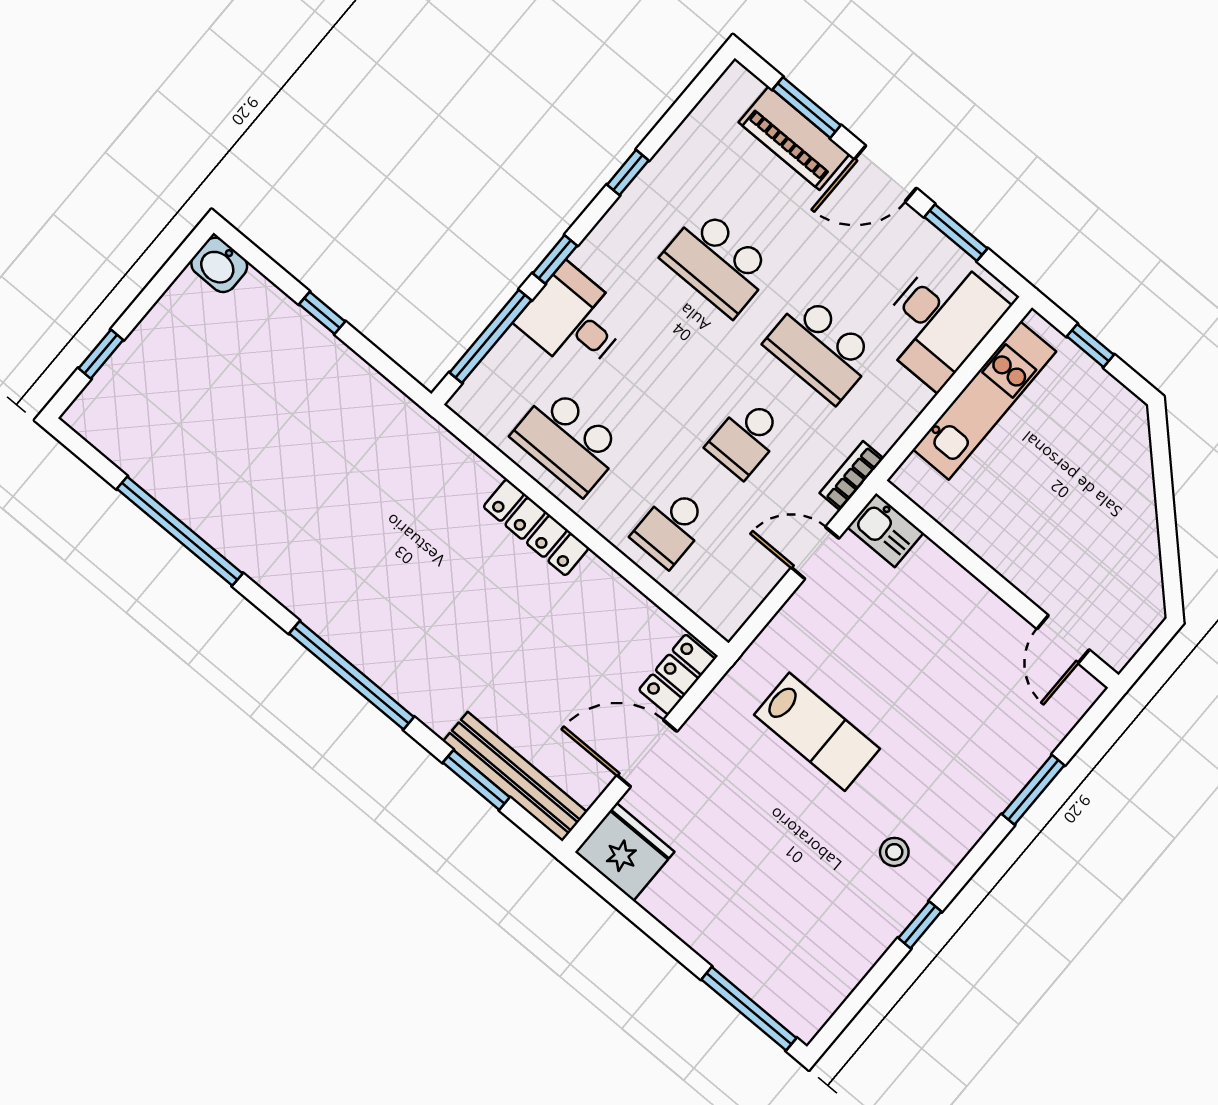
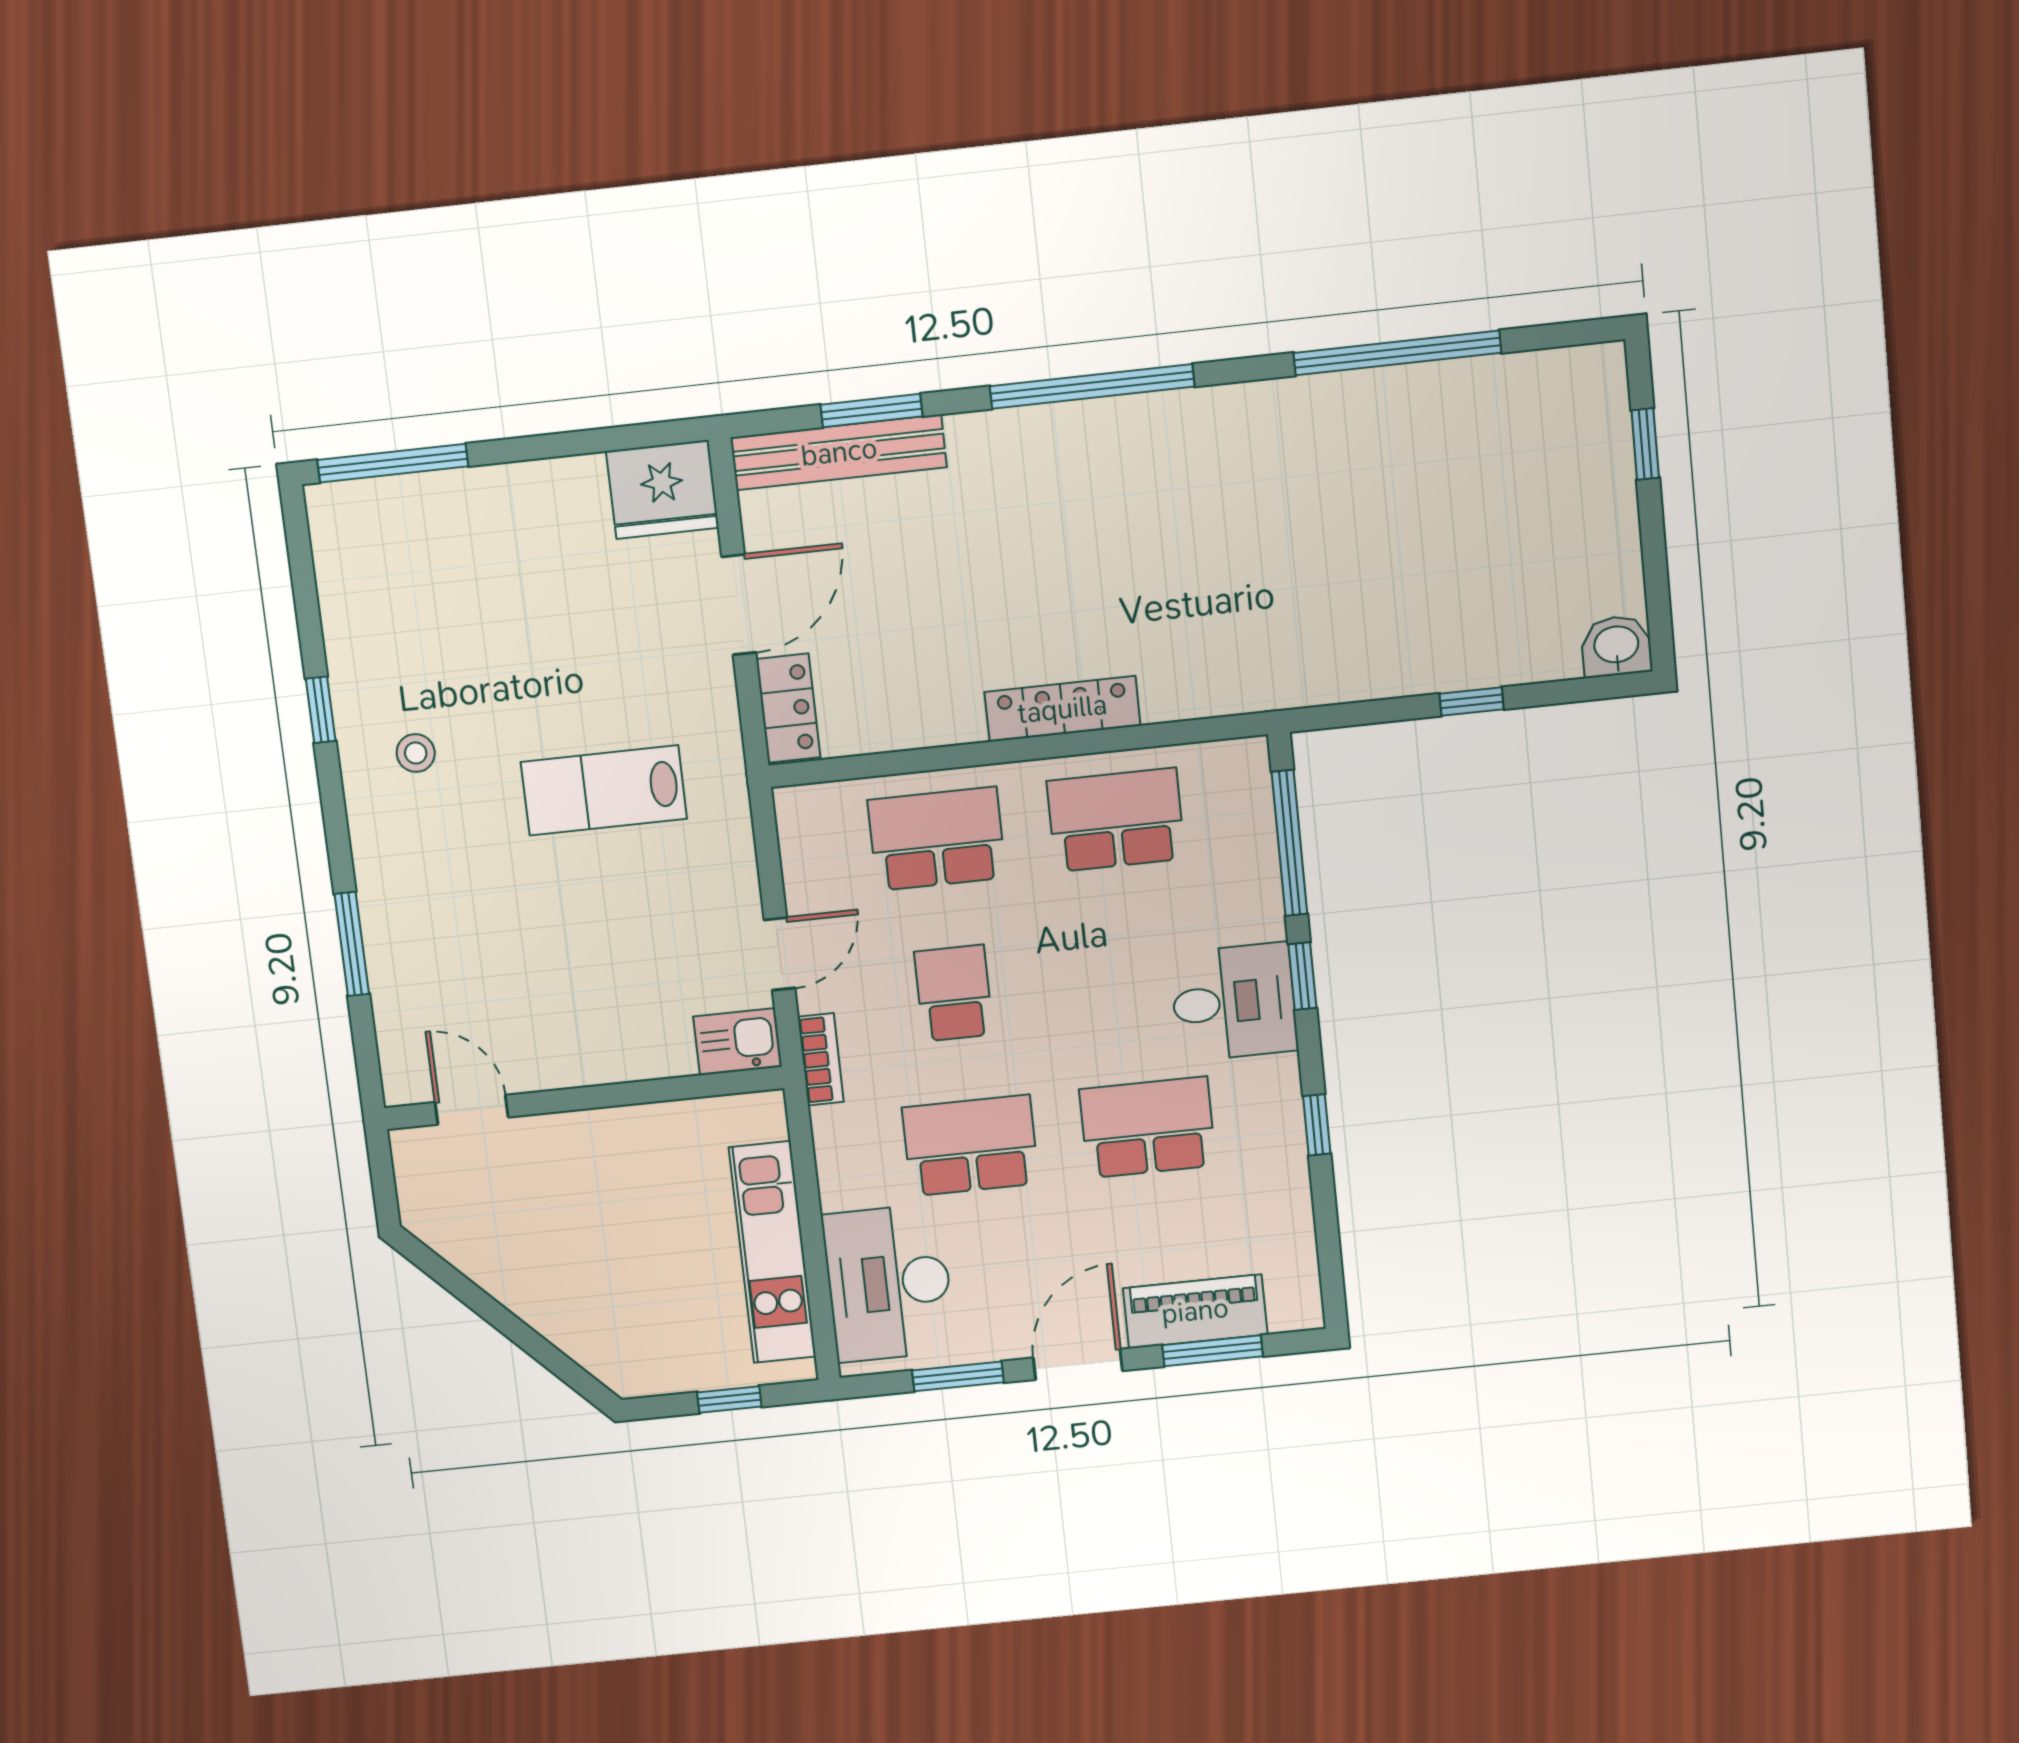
desk: (573, 320) -> (1234, 1002), moved
school desk: (671, 528) -> (937, 839), width x1.85

